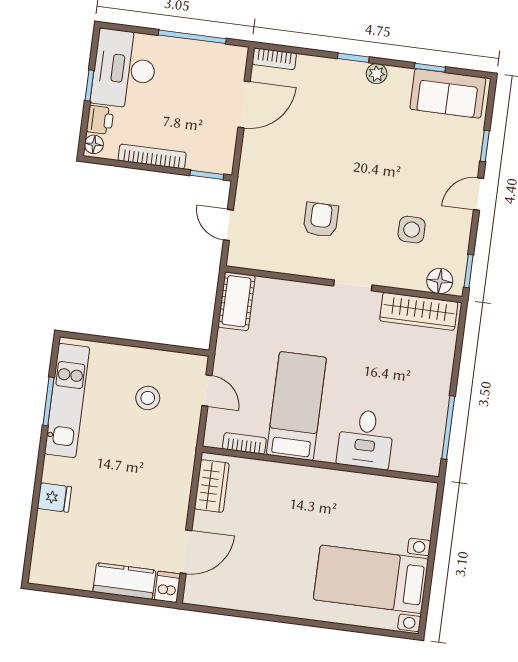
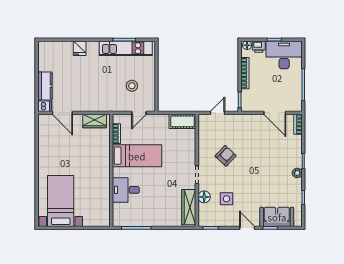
sofa: (448, 93) -> (277, 217), moved, turned 90
armchair: (321, 220) -> (226, 156), turned -47
floor lamp: (440, 281) -> (204, 197), moved

